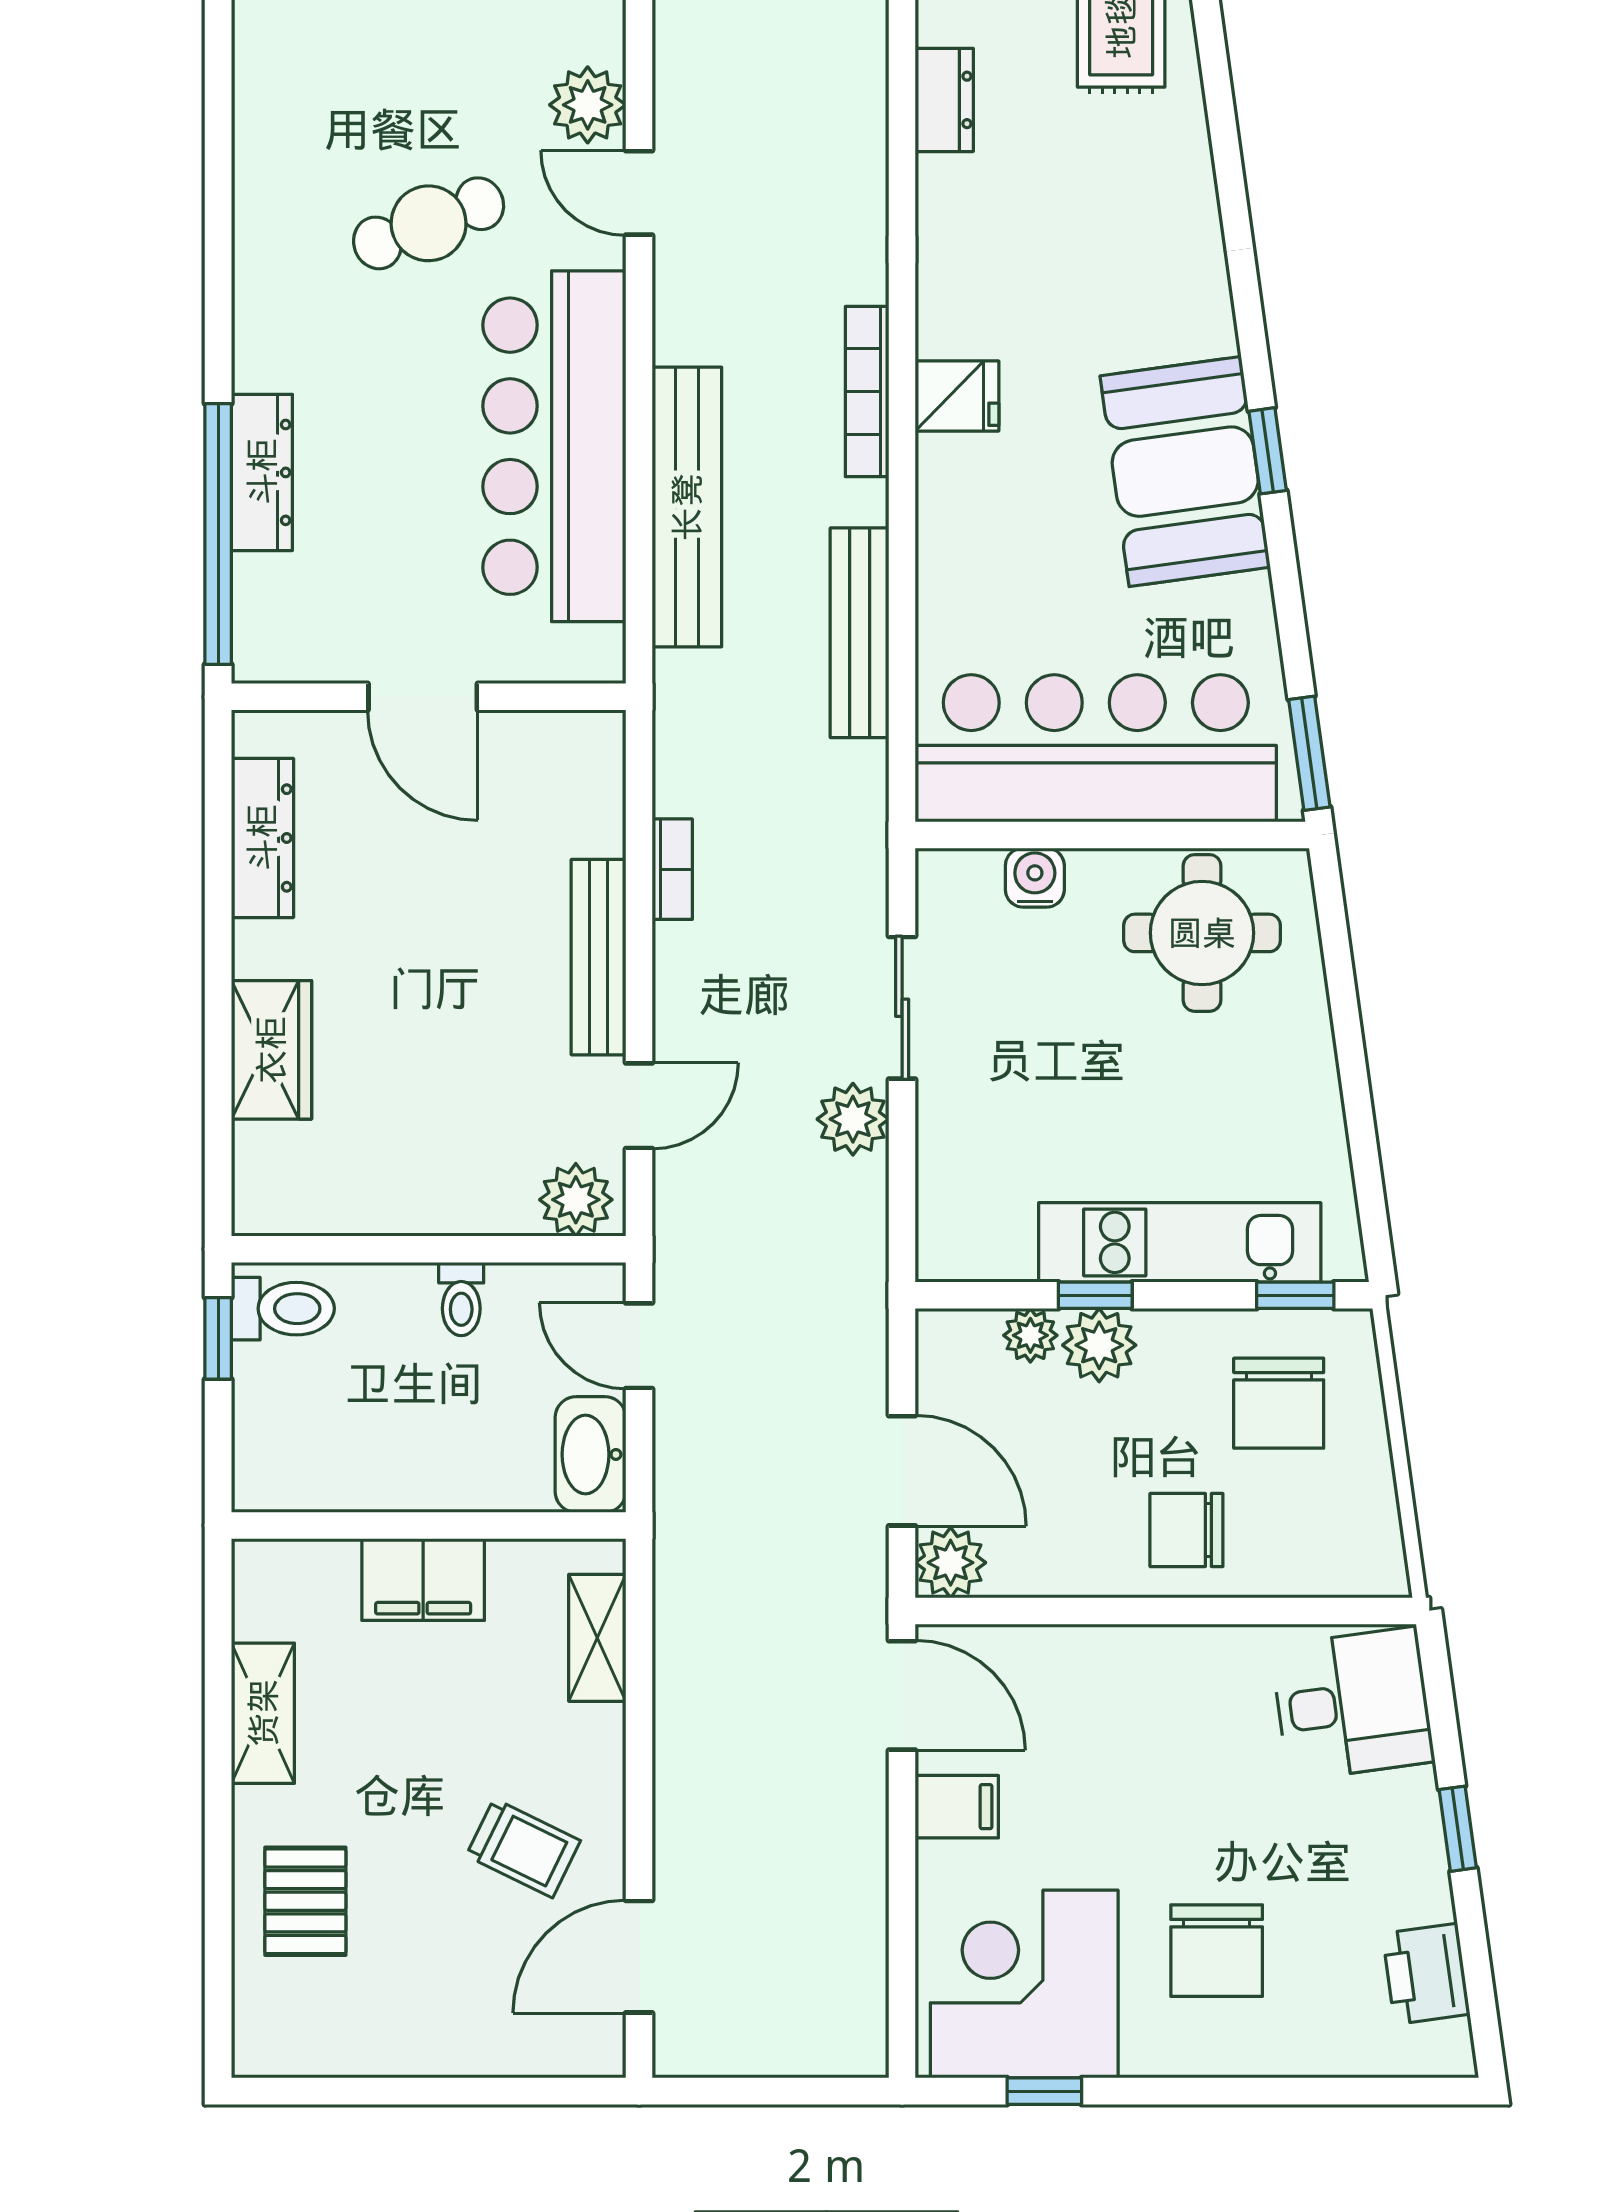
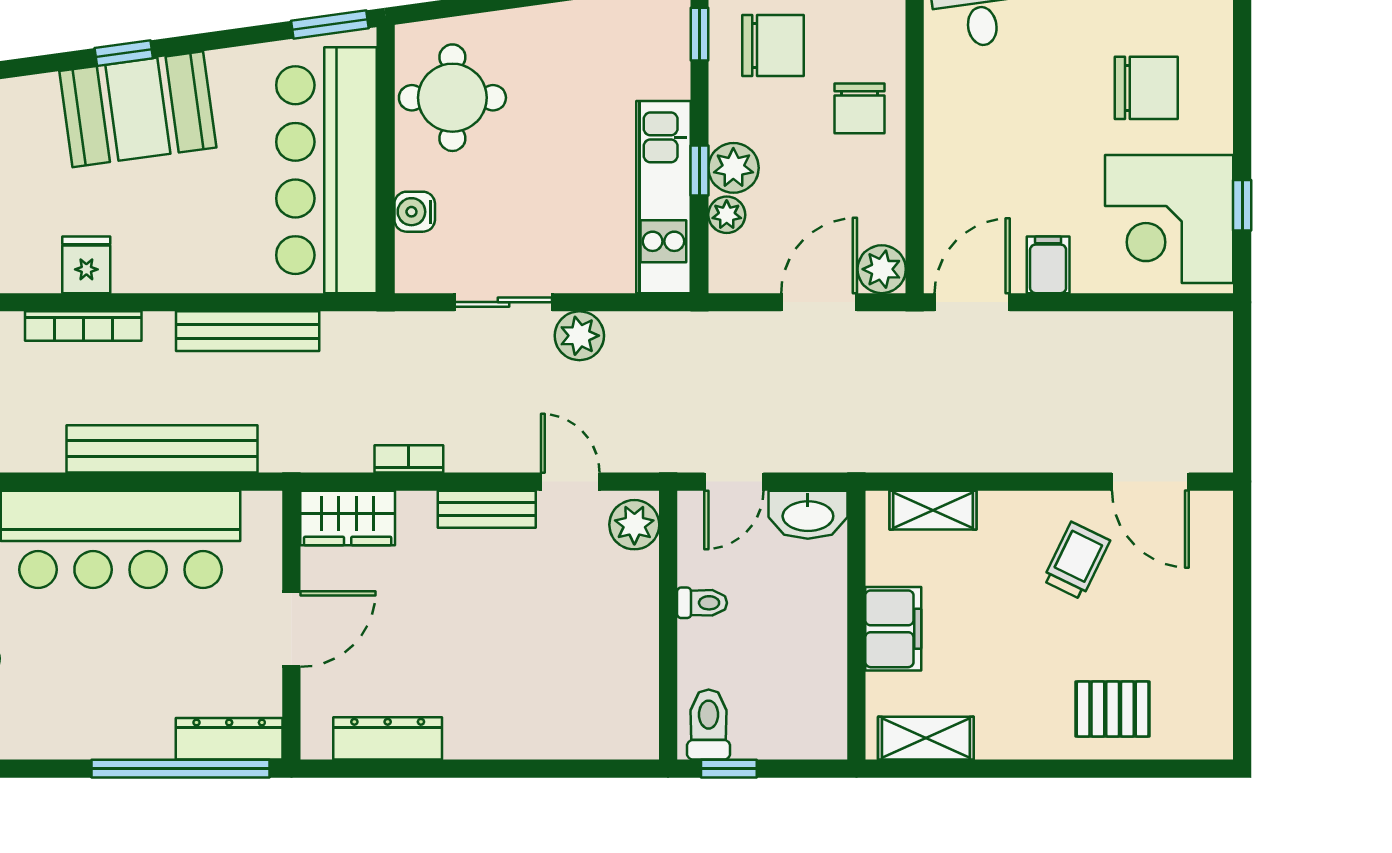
dresser: (262, 472) -> (229, 739), moved
bench: (598, 957) -> (487, 509), width x0.73
wardrobe: (271, 1050) -> (348, 518), moved, turned 180
kitchen unit: (1180, 1242) -> (663, 197), moved
shelving: (263, 1713) -> (926, 738), moved

